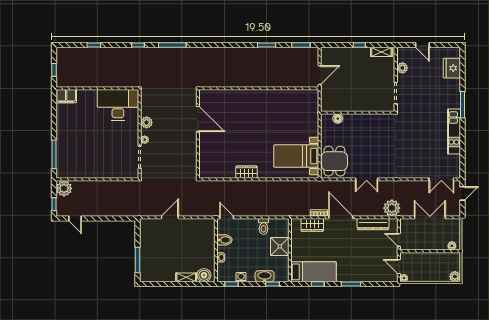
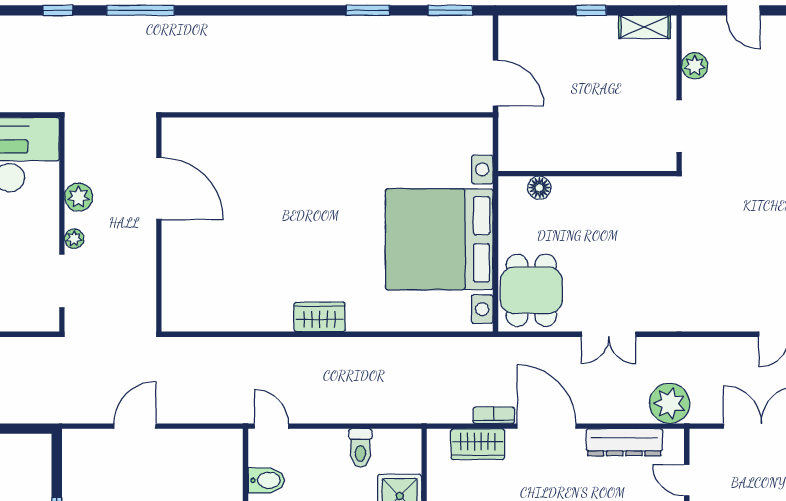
door: (320, 75) -> (495, 83), hinge flipped
door: (198, 119) -> (159, 188), moved
wall: (198, 134) -> (159, 225), moved
bed with nightstands: (296, 156) -> (439, 239), width x1.85

